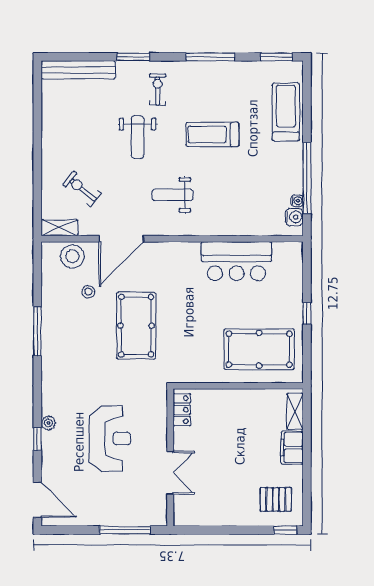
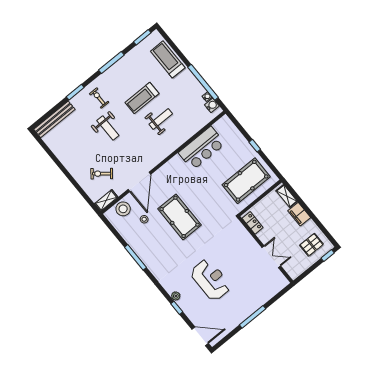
weight bench: (173, 195) -> (161, 119), moved, turned 180
locker: (182, 410) -> (253, 223), moved
wall: (170, 457) -> (265, 250), moved
double door: (170, 473) -> (271, 257), moved

